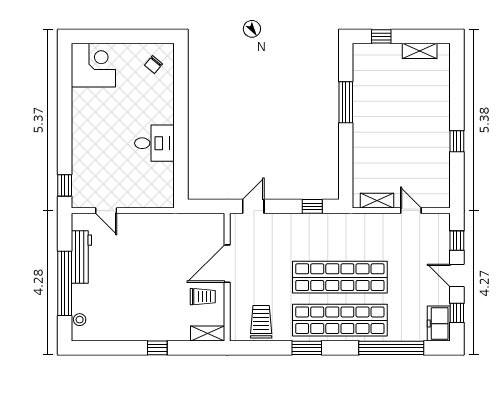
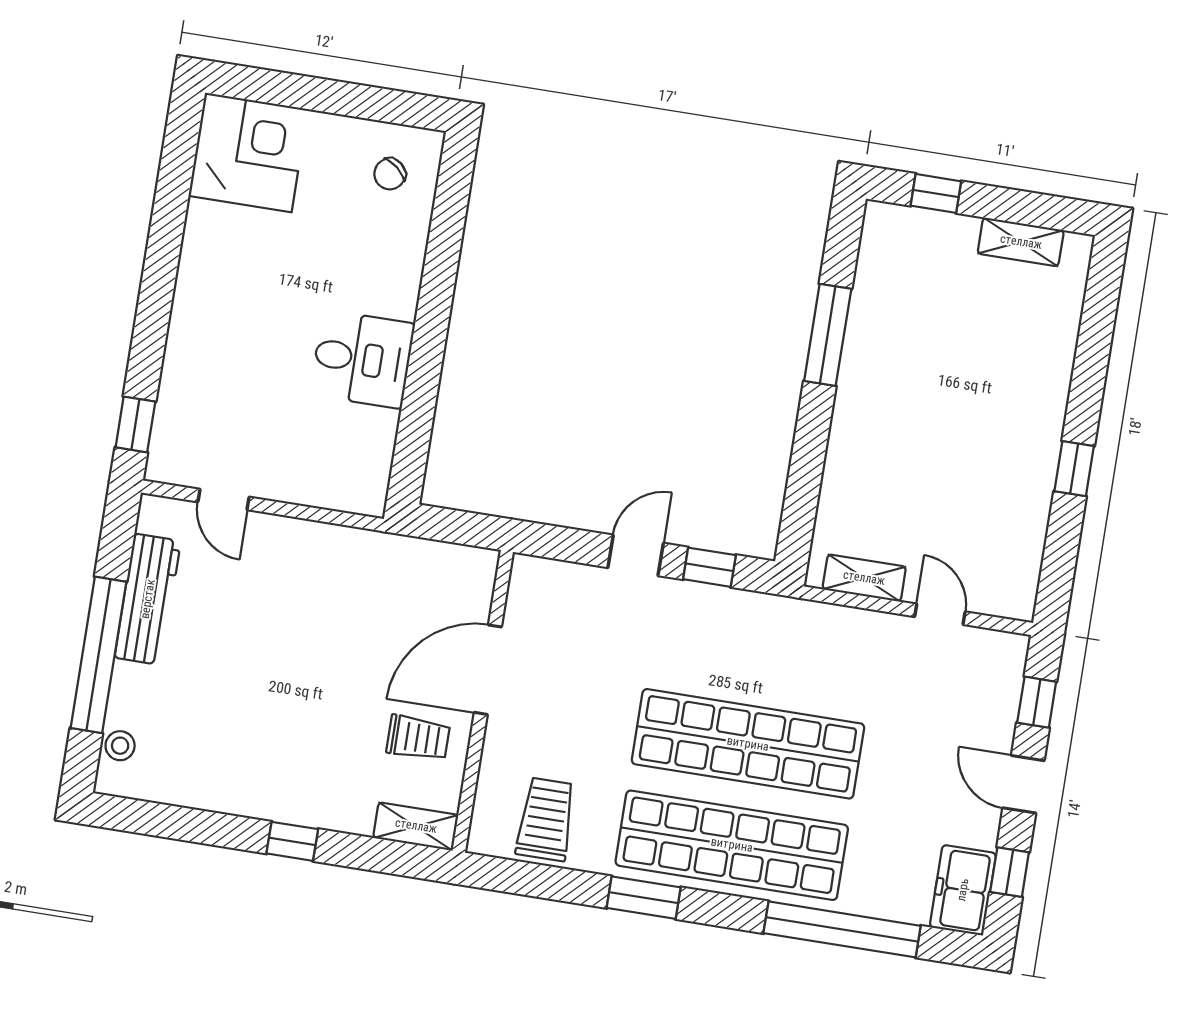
door: (253, 206) -> (636, 555), moved

